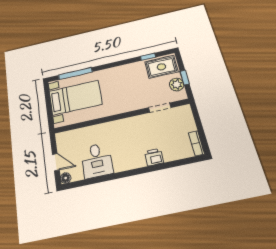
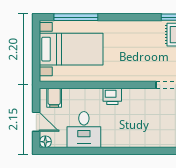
filing cabinet: (68, 139) -> (54, 98), added
printer: (154, 157) -> (112, 96), moved, turned 180

